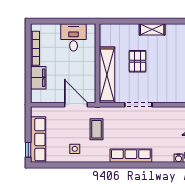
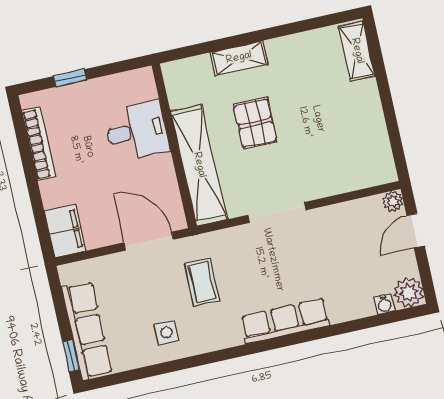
window: (56, 21) -> (70, 78), added
shelving: (152, 29) -> (239, 58), moved
desk: (74, 37) -> (137, 131), moved, turned 90
filing cabinet: (38, 78) -> (65, 231), moved

